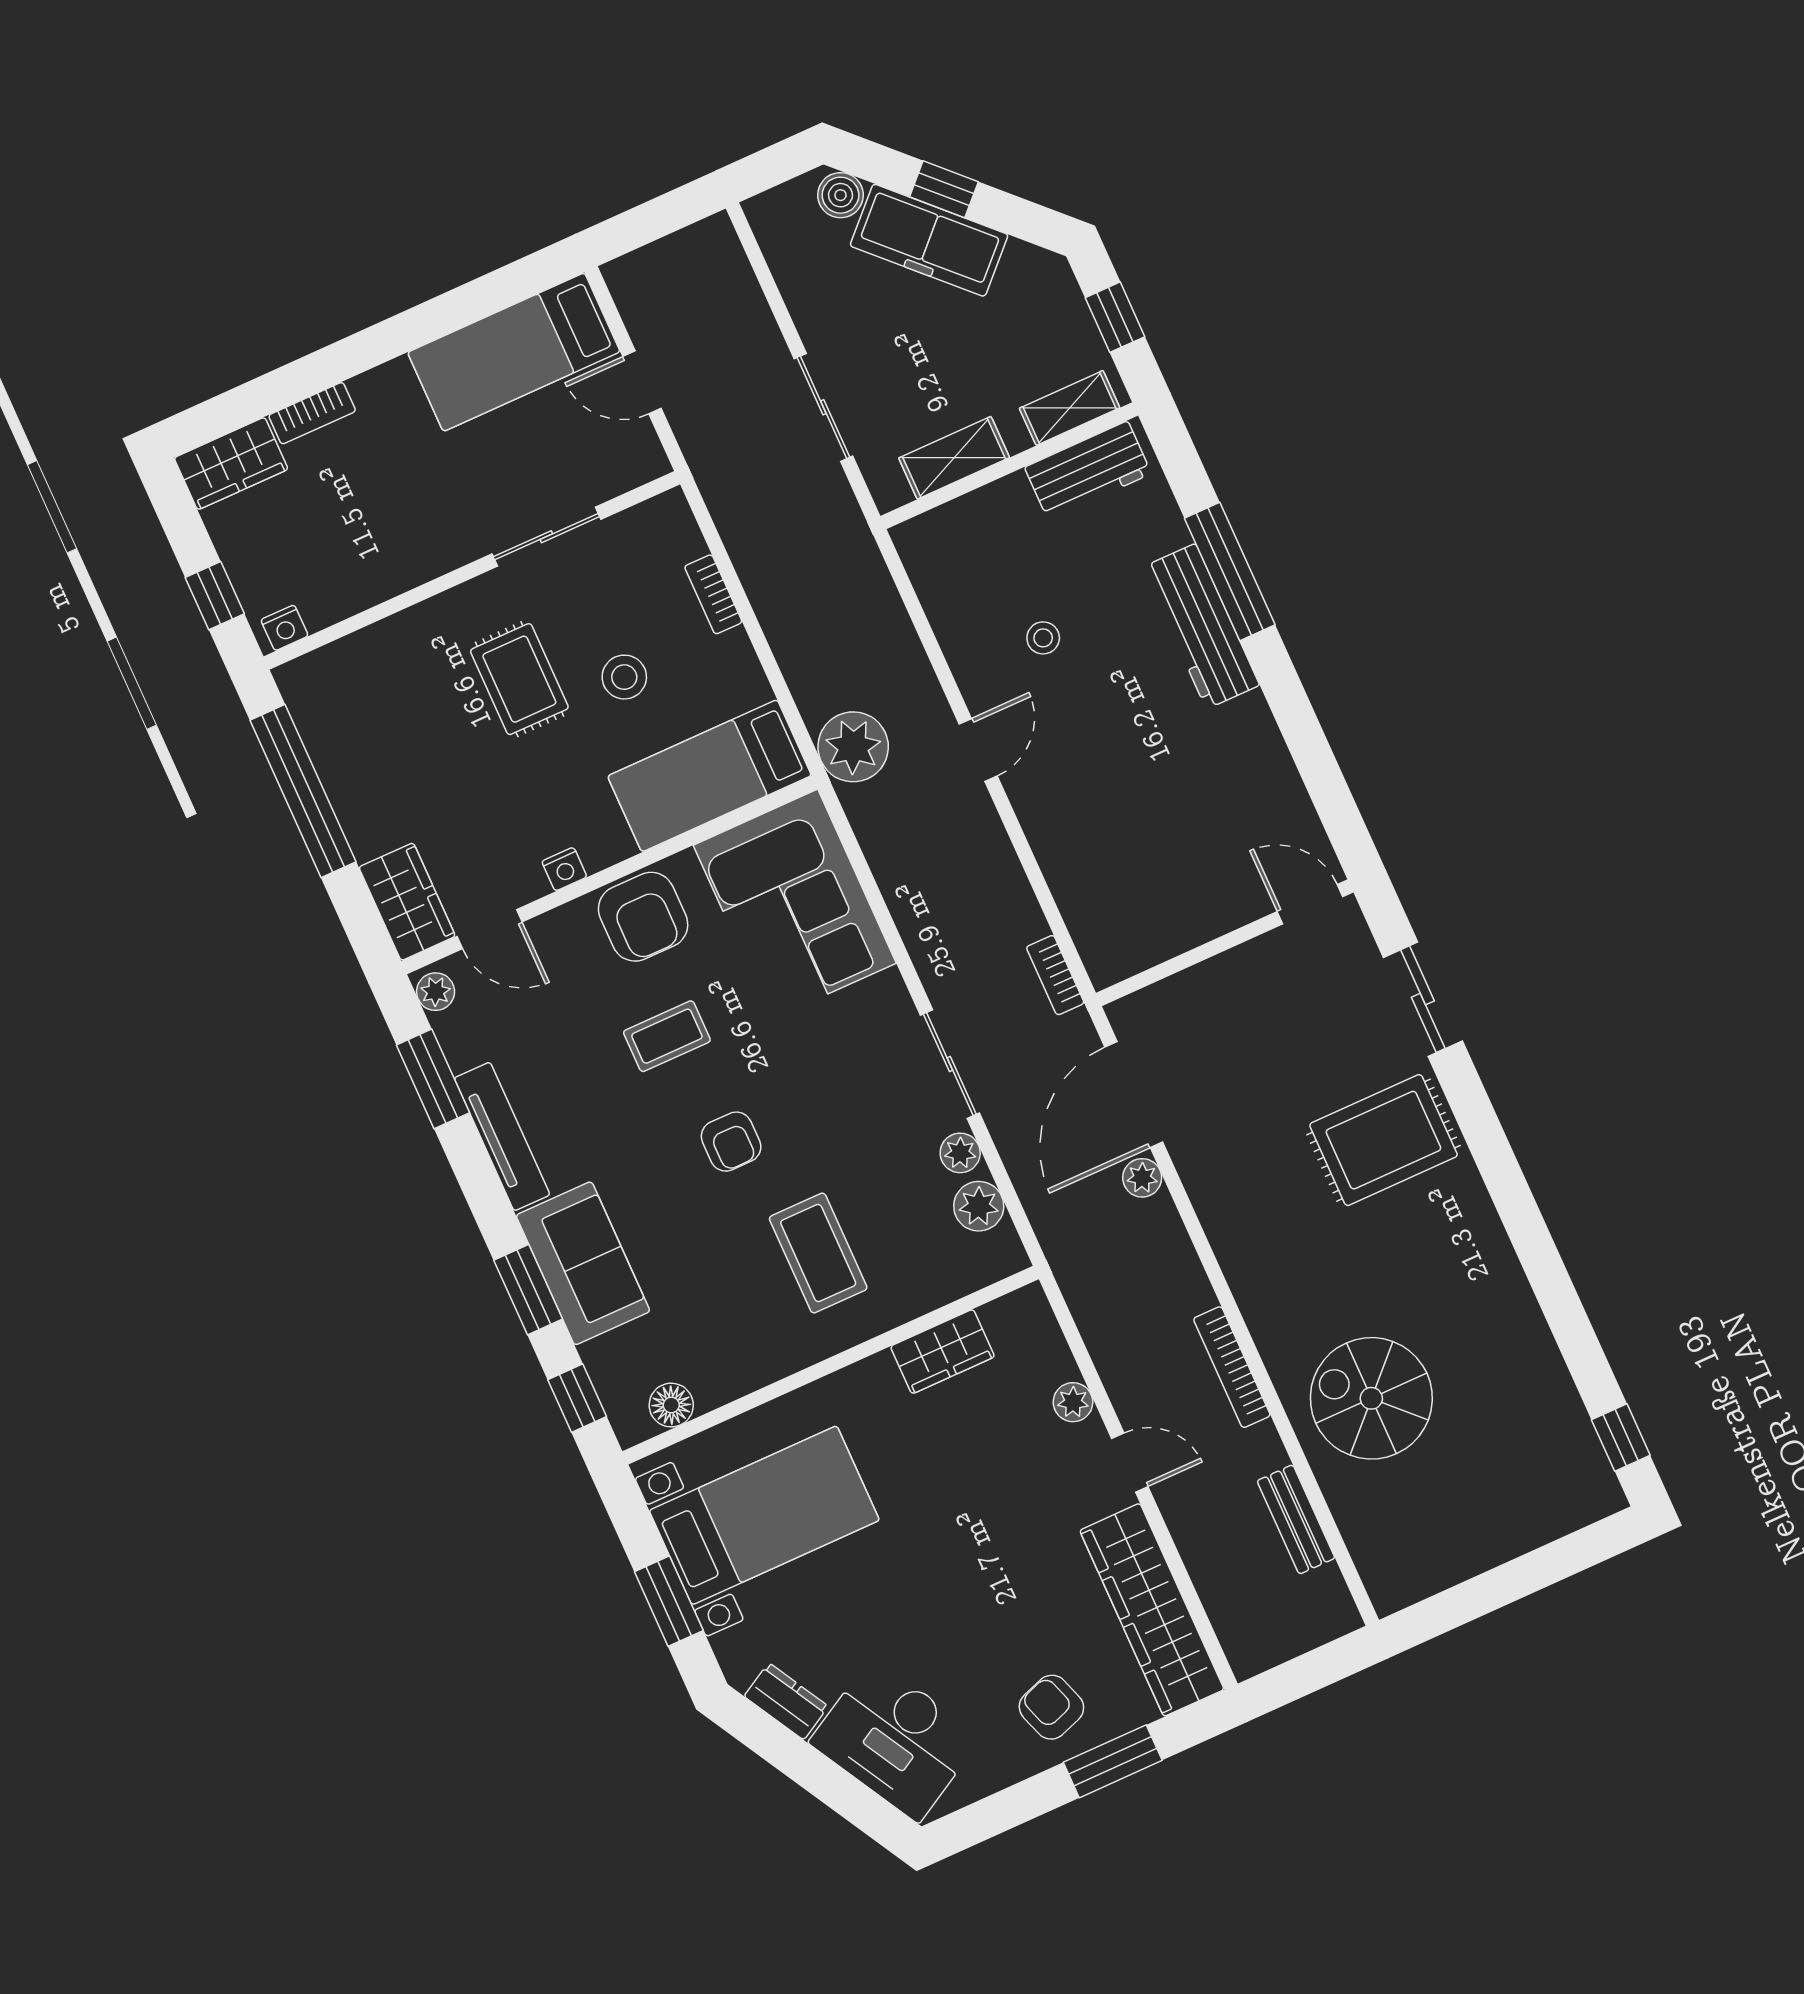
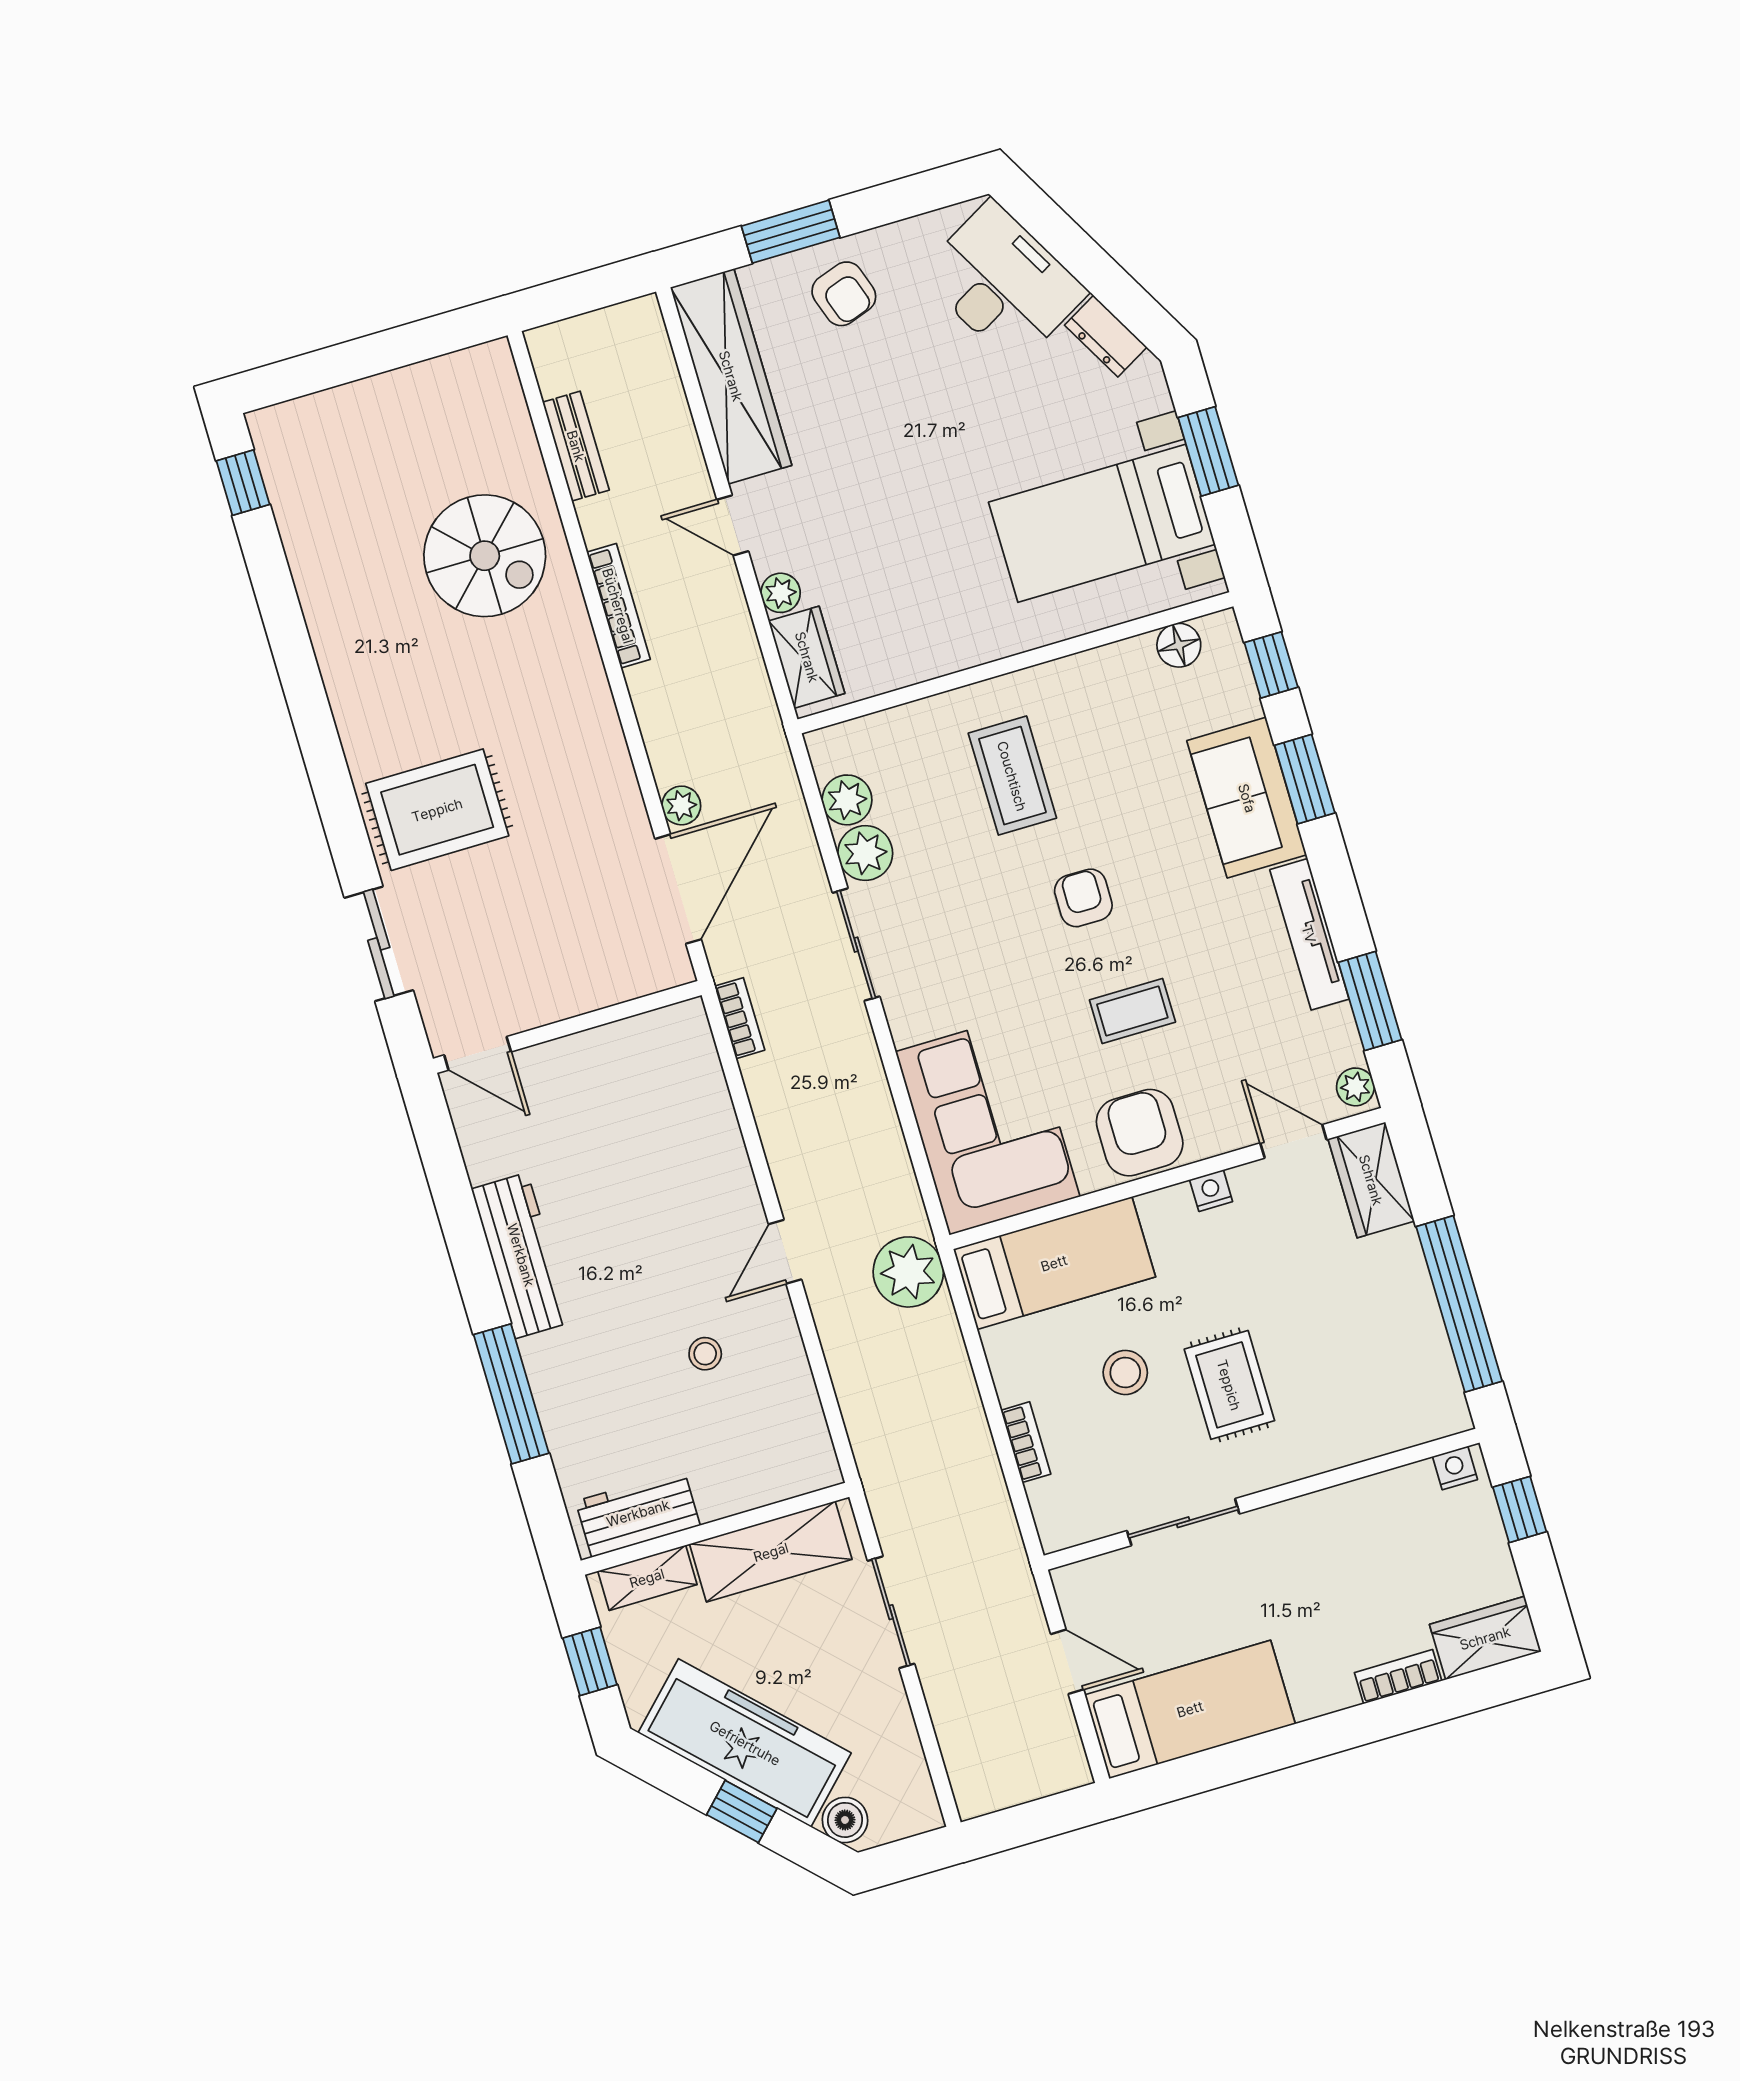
freezer: (929, 240) -> (745, 1743), width x1.36, depth x1.26
shelving: (954, 458) -> (771, 1552), width x1.50, depth x1.33
workbench: (1201, 626) -> (521, 1255), moved
plant: (960, 1153) -> (865, 853), width x1.38, depth x1.38
wardrobe: (943, 1352) -> (807, 657), moved, turned 90

